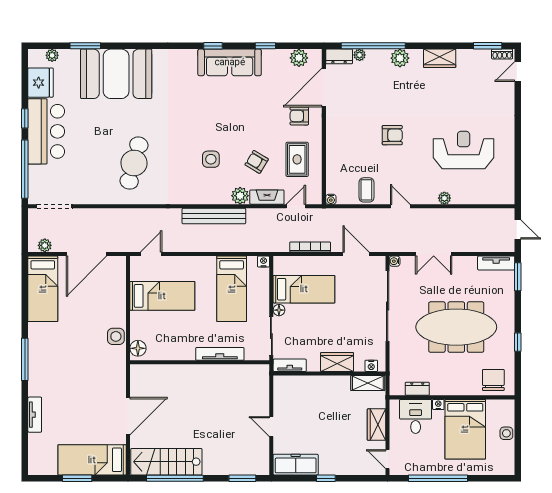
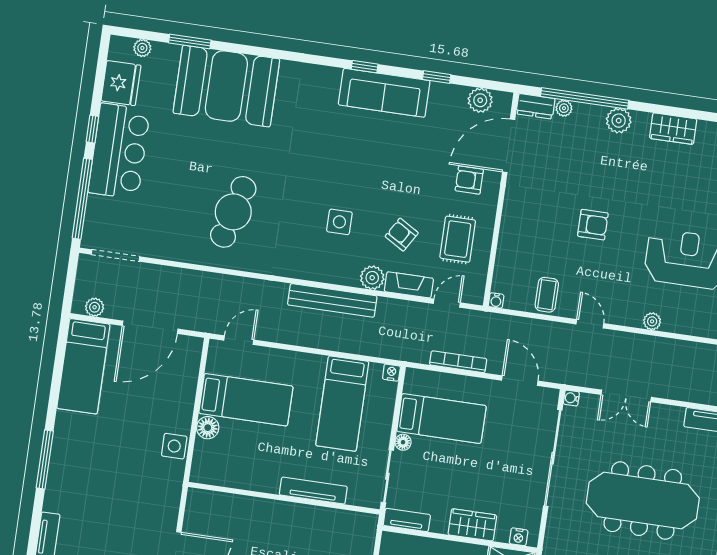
floor lamp: (138, 348) -> (208, 428), moved

